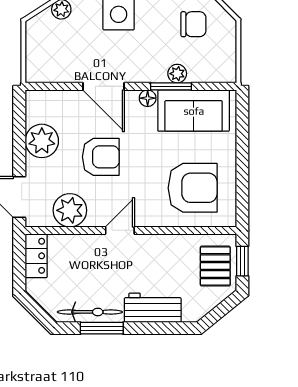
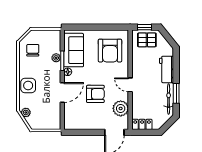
plant: (42, 141) -> (88, 122), removed
armchair: (101, 157) -> (95, 94), turned 90
armchair: (193, 188) -> (110, 51), turned 180

